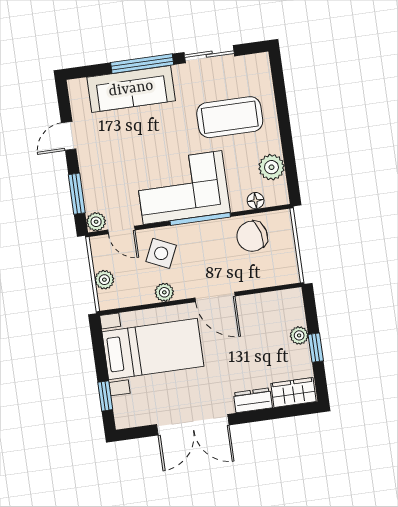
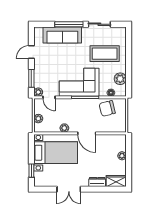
side table: (161, 253) -> (65, 110), removed
window: (316, 348) -> (129, 162), removed
double door: (193, 425) -> (69, 189), width x0.73

